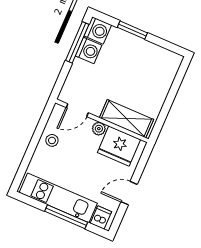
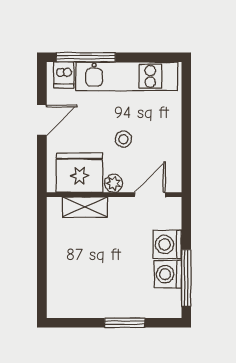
washing machine: (98, 30) -> (167, 244), moved
shelving: (127, 119) -> (85, 207), width x0.67, depth x0.75
stool: (52, 140) -> (123, 139), moved
window: (66, 217) -> (86, 57), moved

